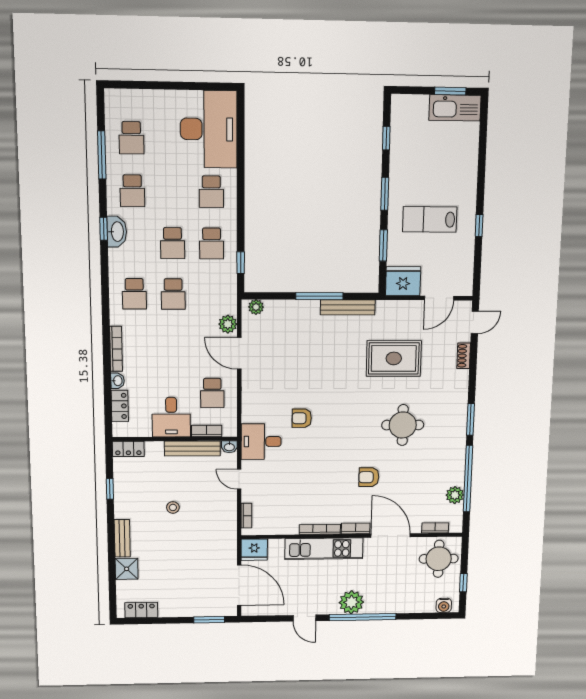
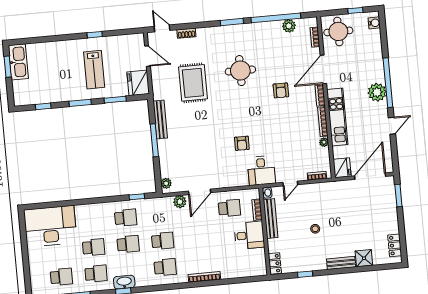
school desk: (211, 192) -> (94, 247), moved
washbasin: (117, 381) -> (227, 274), removed
locker: (120, 406) -> (244, 272), removed
plant: (292, 529) -> (324, 142), added

